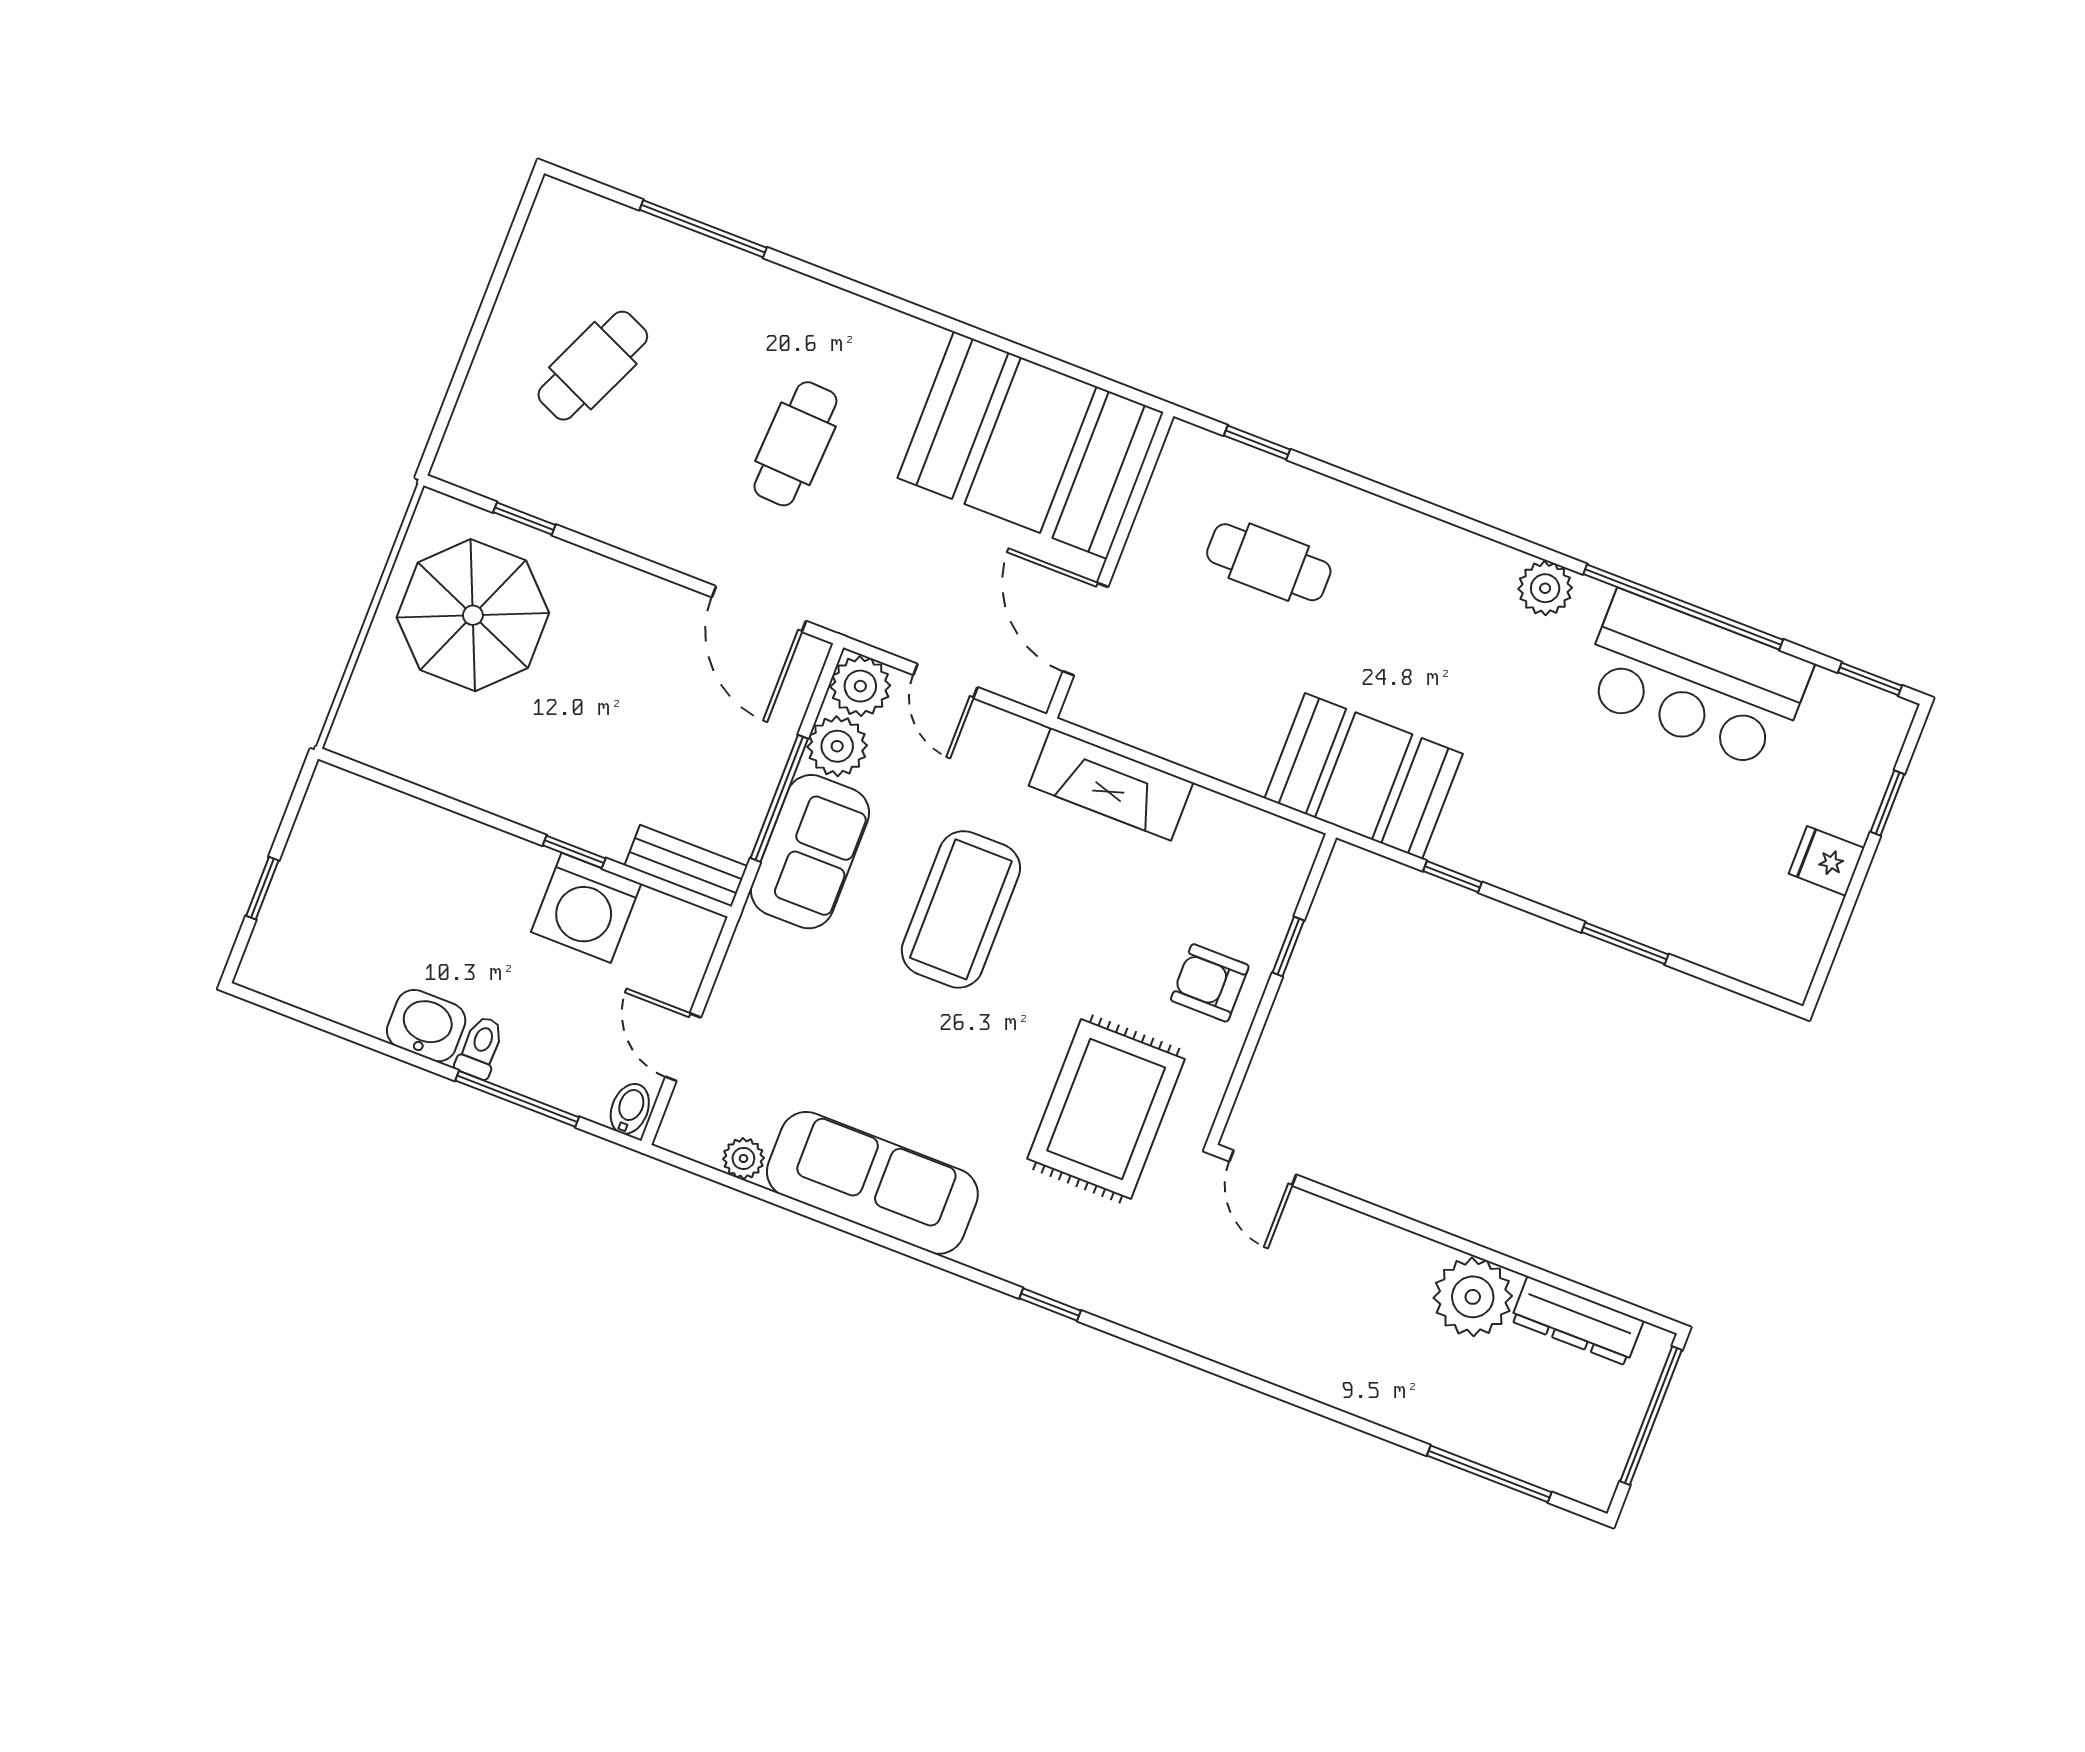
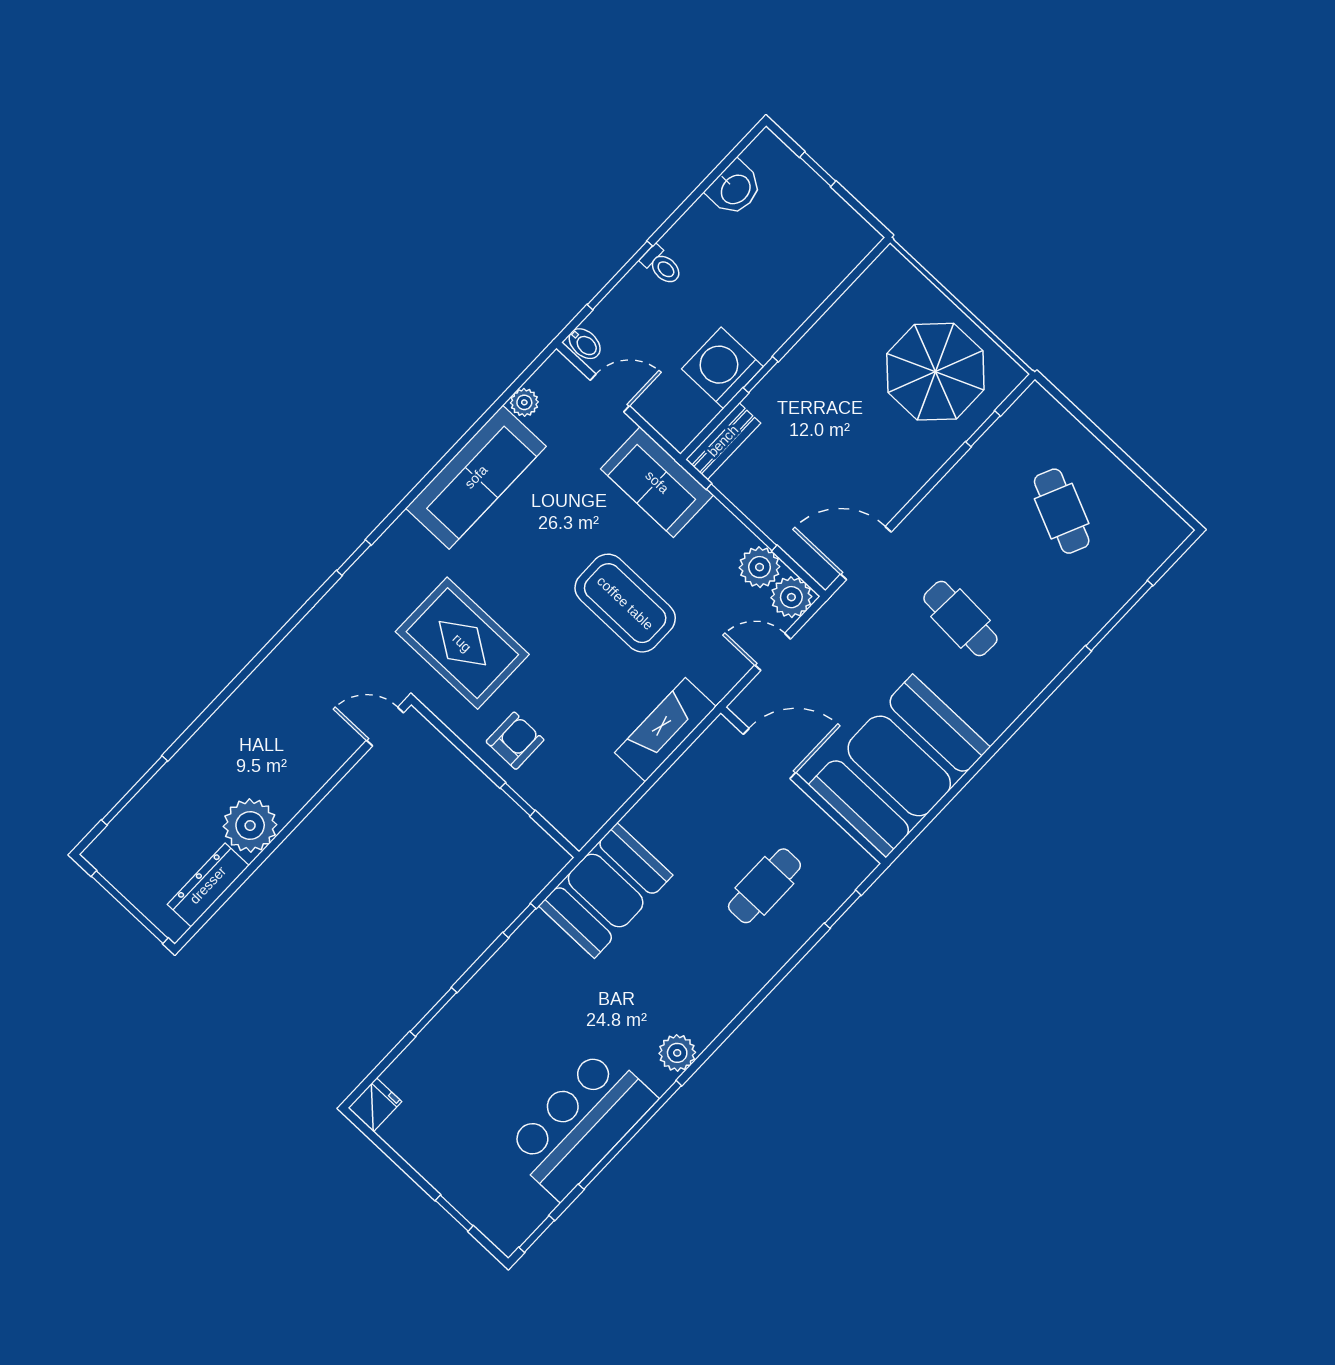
sofa: (810, 852) -> (657, 482), moved
fridge: (1827, 861) -> (375, 1105), moved
washbasin: (426, 1026) -> (735, 189), moved

